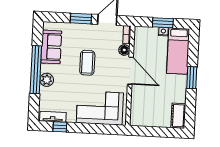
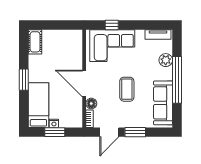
sofa: (51, 47) -> (163, 103), width x1.36
plant: (47, 80) -> (166, 60), moved
window: (60, 127) -> (112, 25), moved

